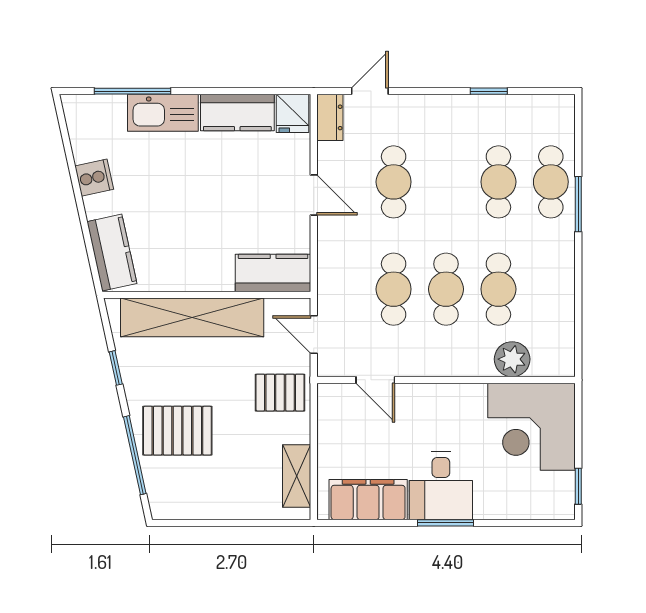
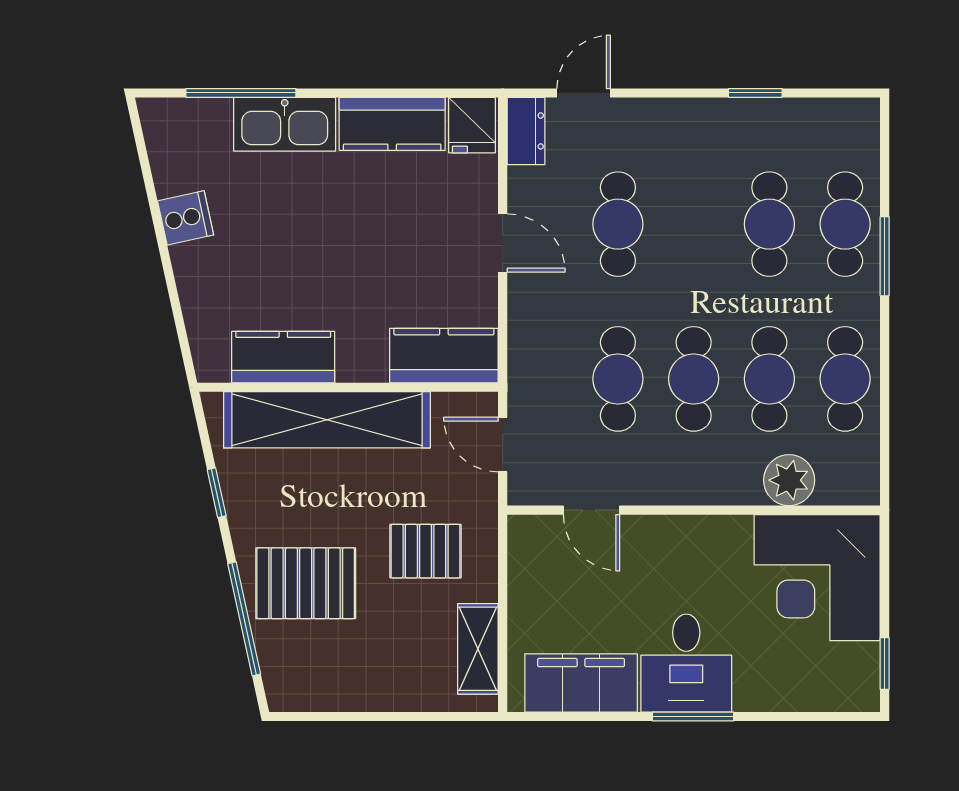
kitchen counter: (112, 253) -> (283, 357), moved, turned -78
cafe table: (551, 289) -> (845, 379), added
pallet: (280, 393) -> (426, 551), moved

